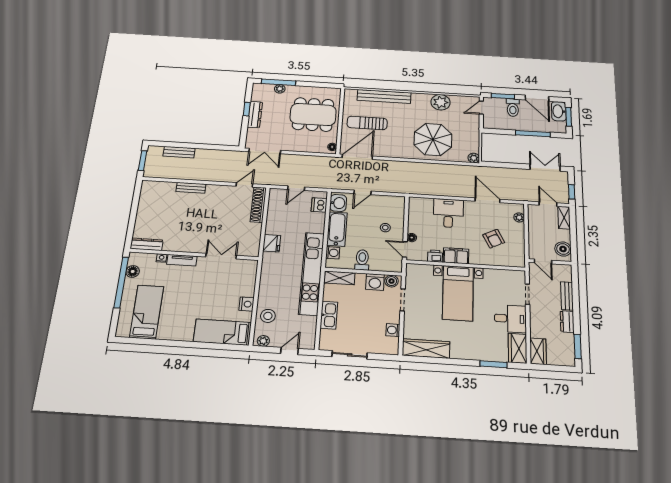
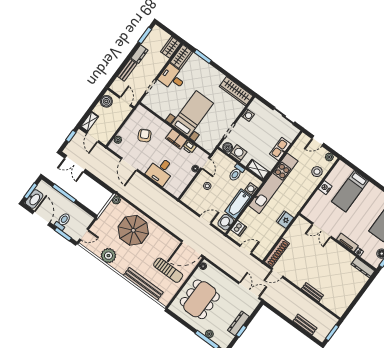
dining table: (313, 114) -> (200, 299), turned 90
bed: (222, 332) -> (350, 191), moved, turned 90

